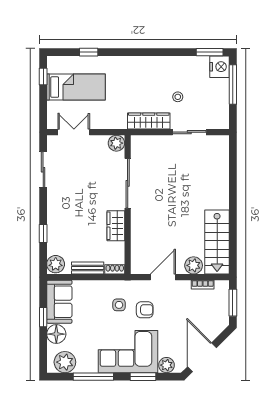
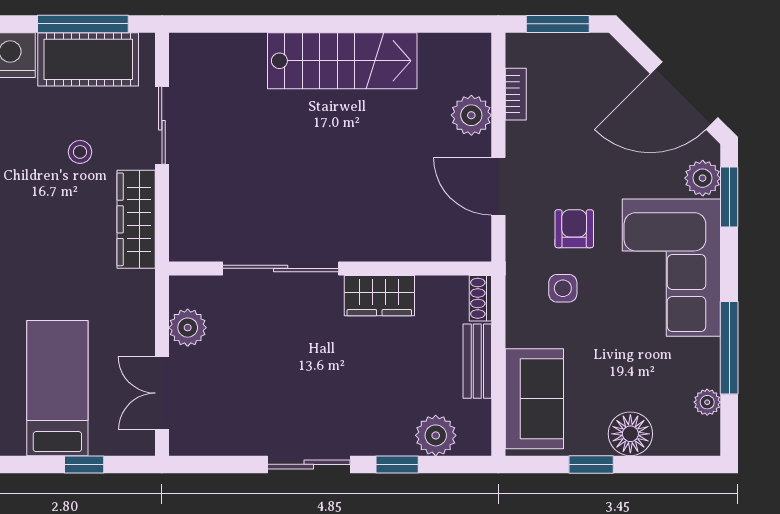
window: (43, 76) -> (84, 464), moved
window: (233, 84) -> (83, 24), moved
cot: (218, 100) -> (88, 59), added
plant: (116, 143) -> (188, 328), moved
sliding door: (43, 170) -> (309, 464), moved
stairs: (217, 242) -> (342, 61), moved
plant: (56, 264) -> (436, 435), moved
sofa: (59, 302) -> (534, 399), moved, turned 90
plant: (65, 362) -> (707, 402), width x0.53, depth x0.53
window: (143, 377) -> (729, 197), moved

